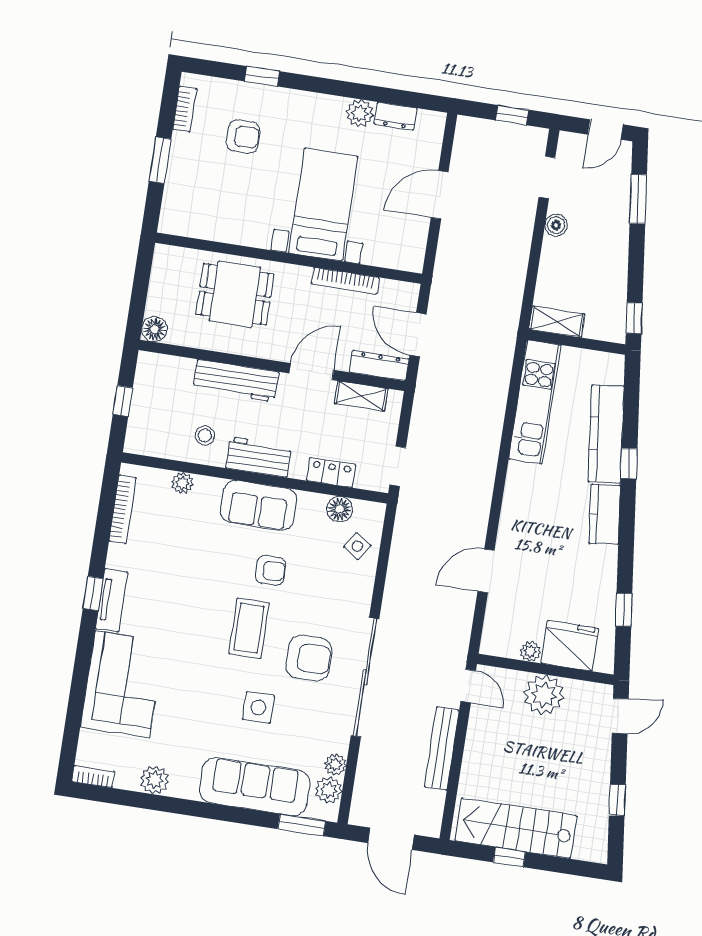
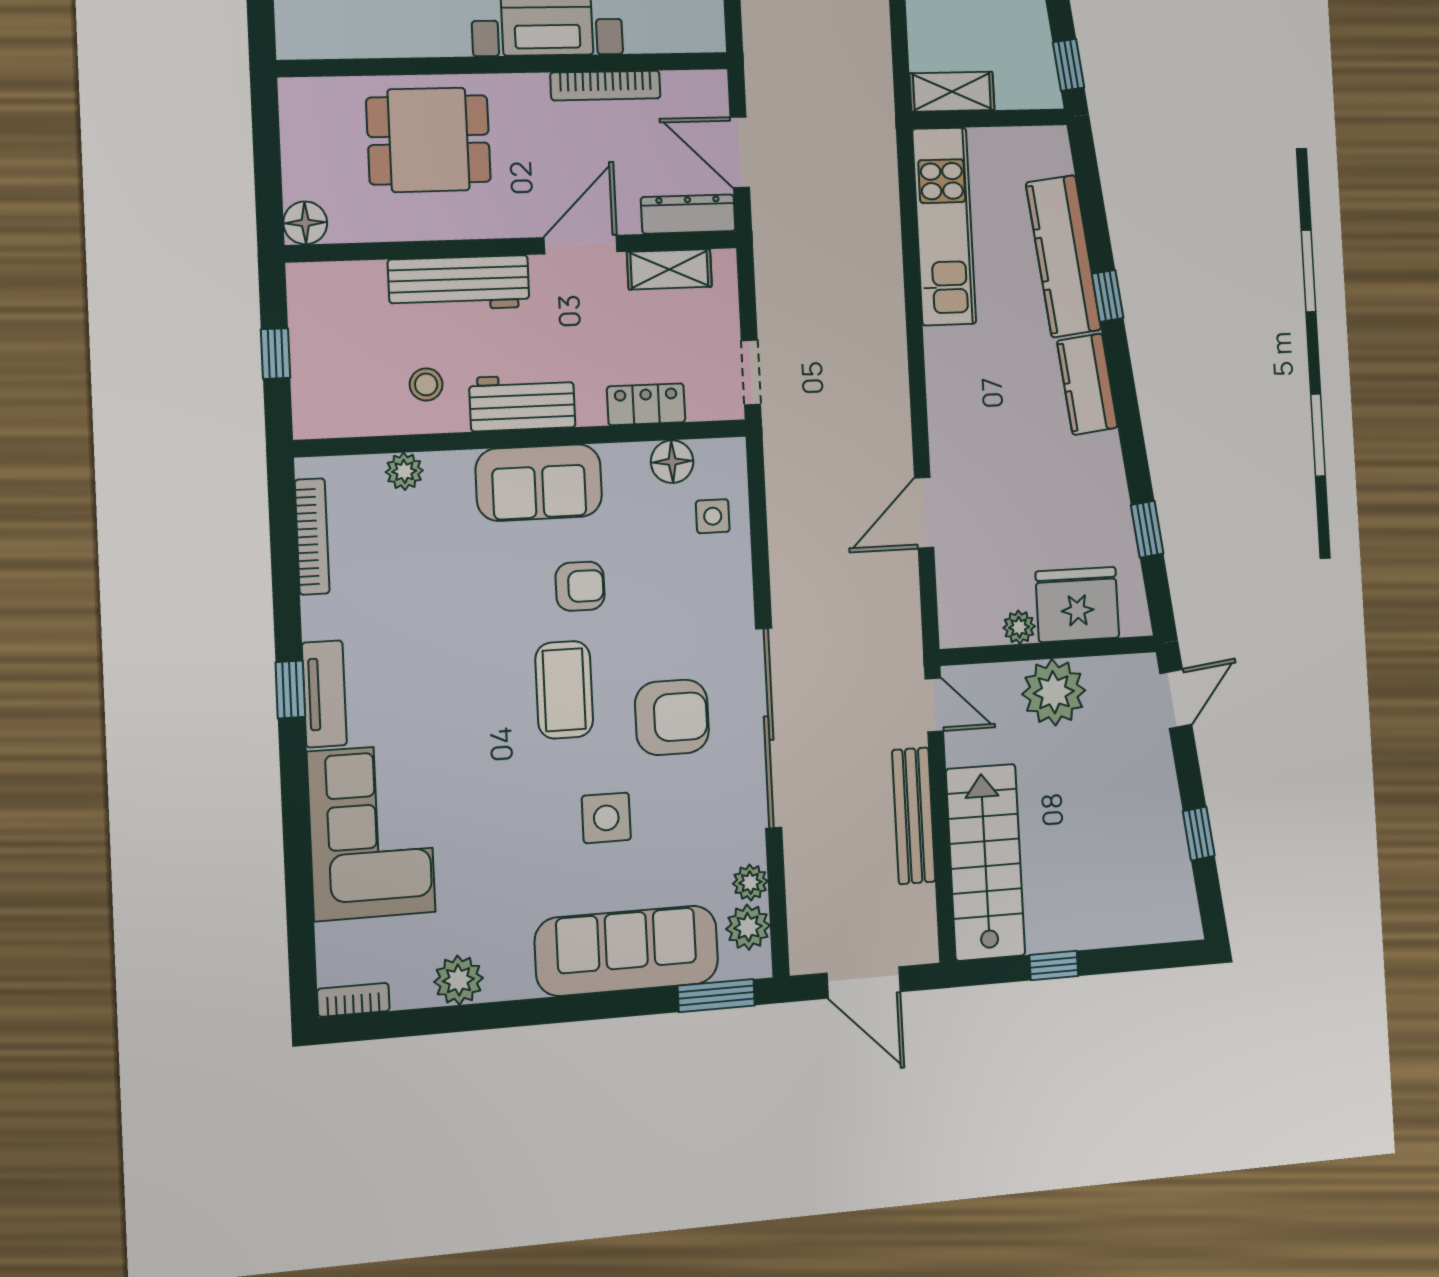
side table: (357, 546) -> (713, 516), turned -34
stairs: (516, 828) -> (985, 862), moved, turned 90

